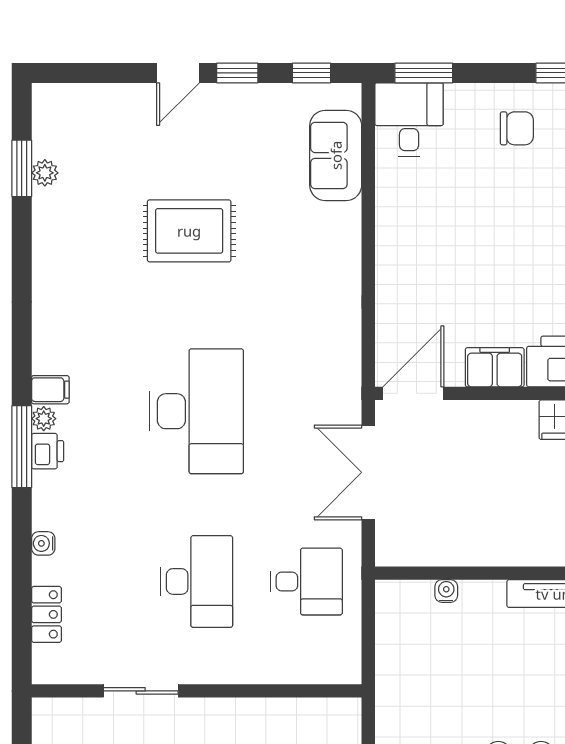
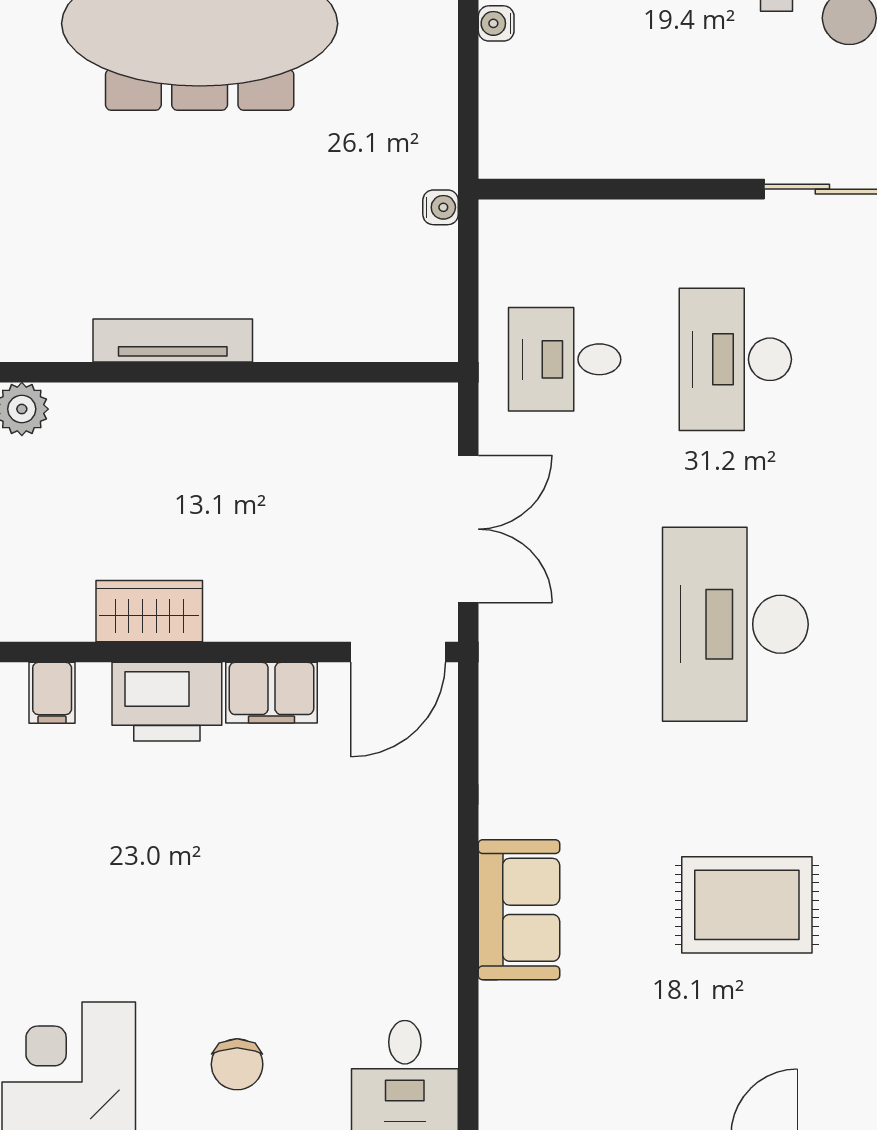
chair: (517, 128) -> (237, 1064), turned -90
sofa: (336, 155) -> (519, 910), moved
water cooler: (446, 591) -> (441, 207), moved, turned -90

